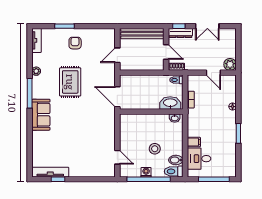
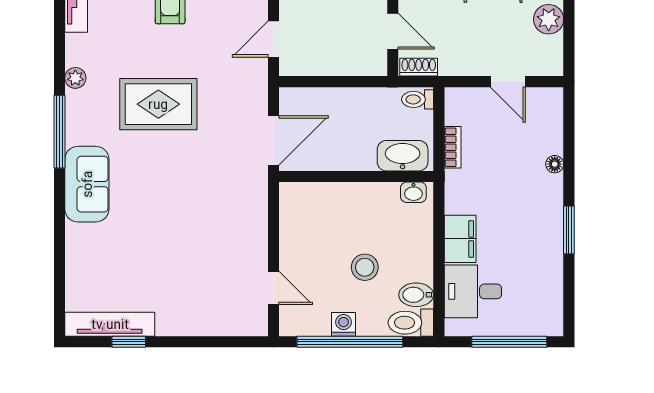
plant: (230, 64) -> (549, 19), moved
rug: (70, 82) -> (158, 104), turned 90
door: (117, 97) -> (274, 140), swing flipped
filing cabinet: (194, 142) -> (460, 239), width x2.00

